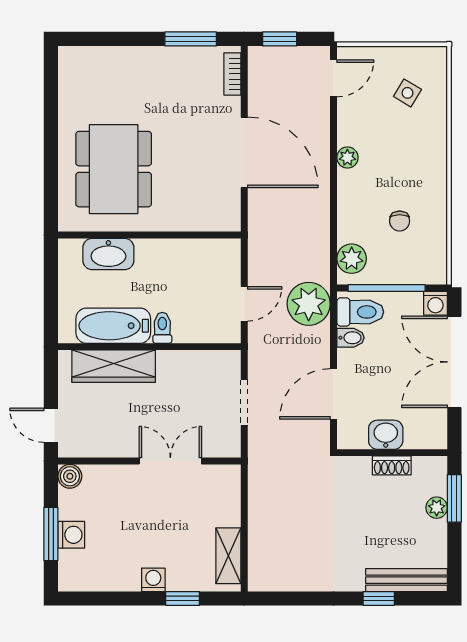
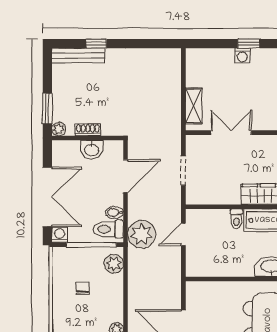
double door: (170, 461) -> (231, 133), swing flipped
plant: (437, 508) -> (59, 129), moved
shelving: (228, 556) -> (194, 106), moved
window: (183, 599) -> (249, 44), moved

